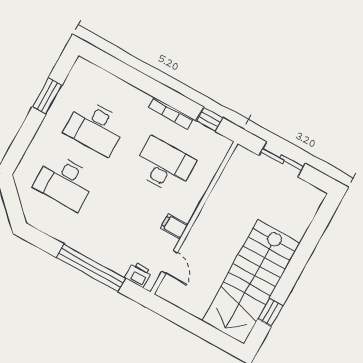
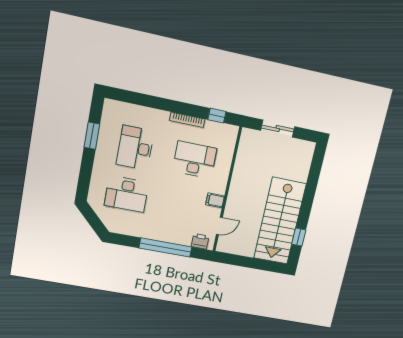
desk: (95, 127) -> (135, 148), turned 90
door: (170, 262) -> (219, 226), hinge flipped

